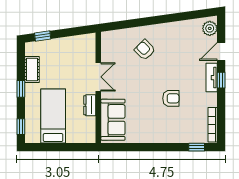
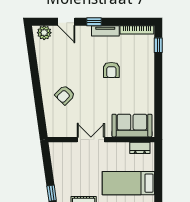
tv unit: (212, 78) -> (105, 31), moved
armchair: (171, 98) -> (111, 70), turned 180
dresser: (90, 105) -> (140, 148), moved

